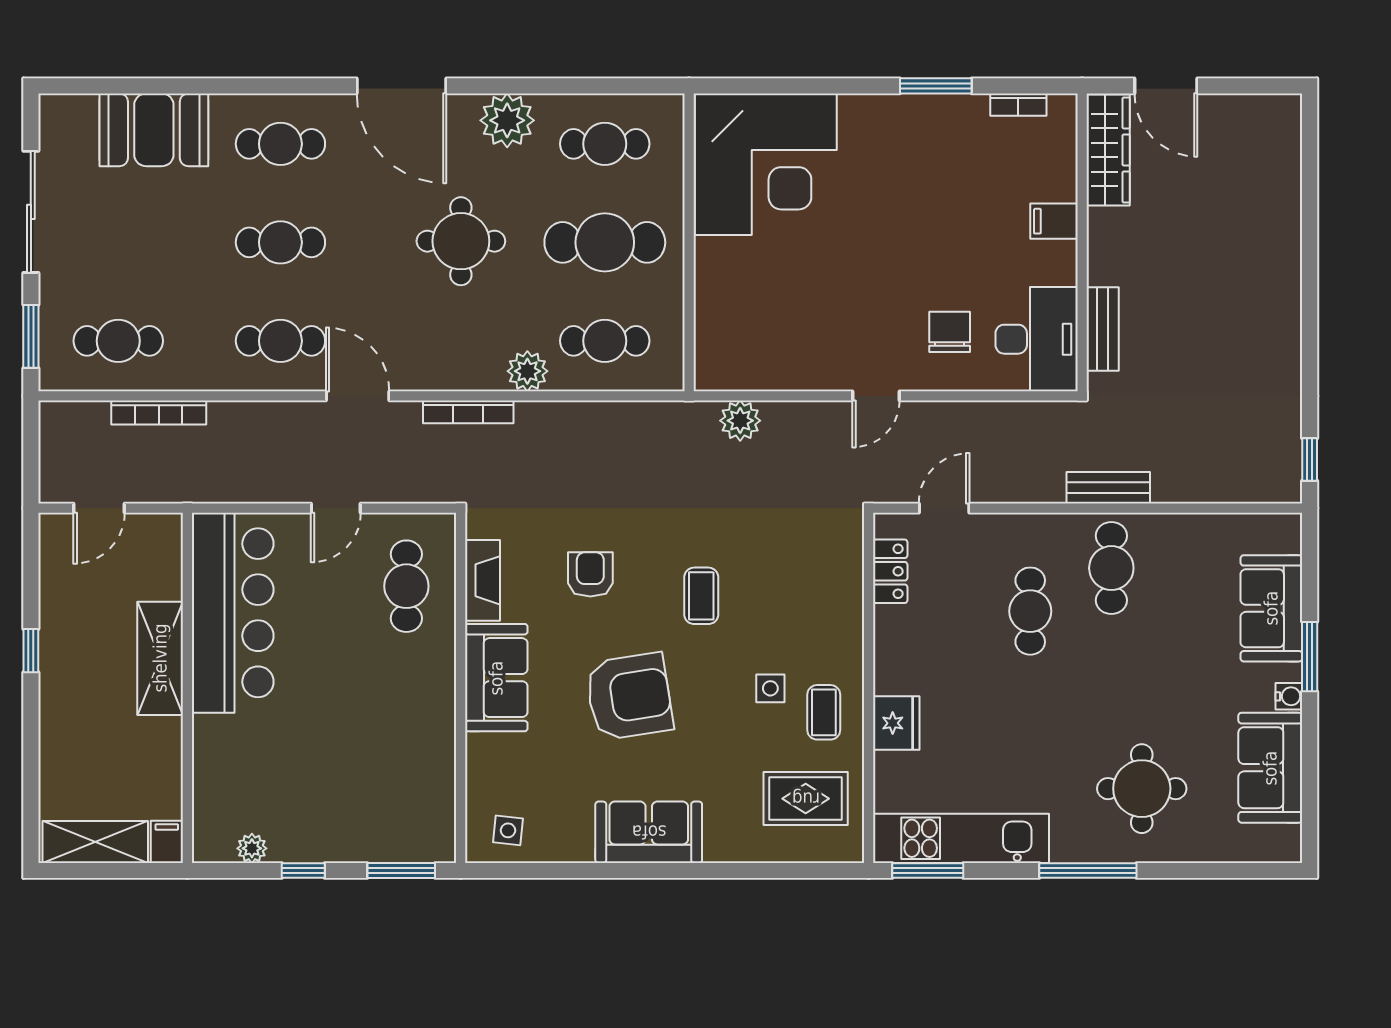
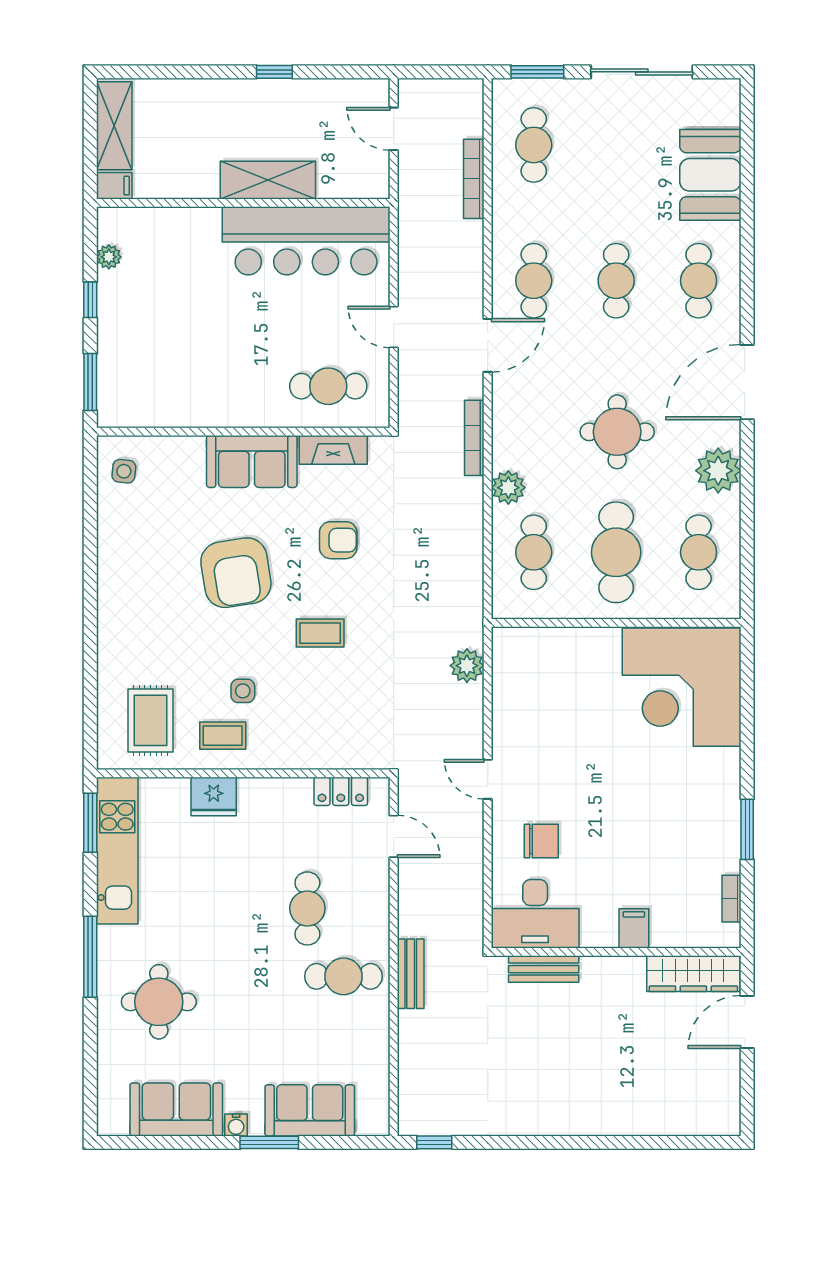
cafe table: (1030, 611) -> (307, 908), turned 90
sofa: (649, 832) -> (122, 589), removed

